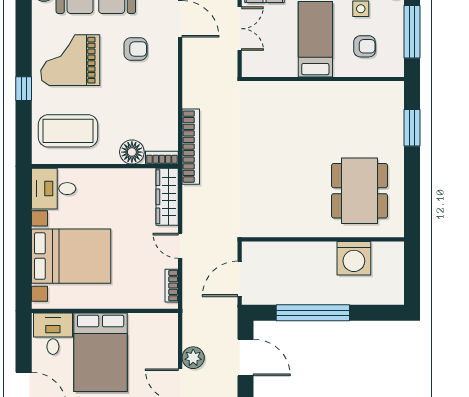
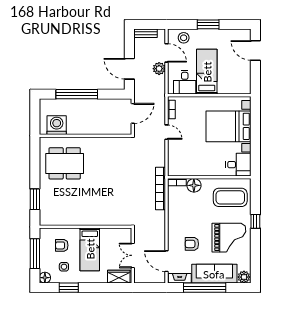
dining table: (360, 191) -> (65, 163), turned 90
wardrobe: (167, 197) -> (174, 160), removed
washing machine: (354, 258) -> (57, 125), moved
window: (313, 313) -> (77, 94), moved
desk: (53, 334) -> (185, 82), moved
bed: (101, 352) -> (207, 72), width x0.67

